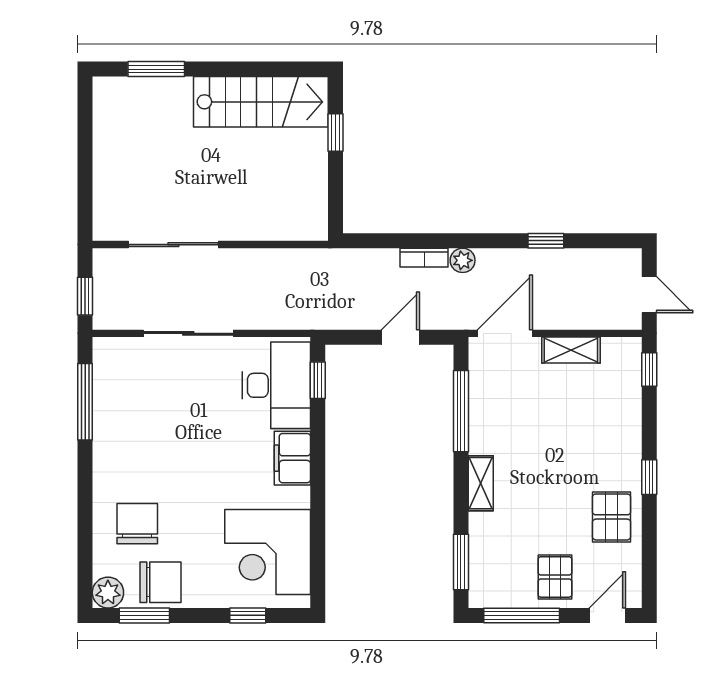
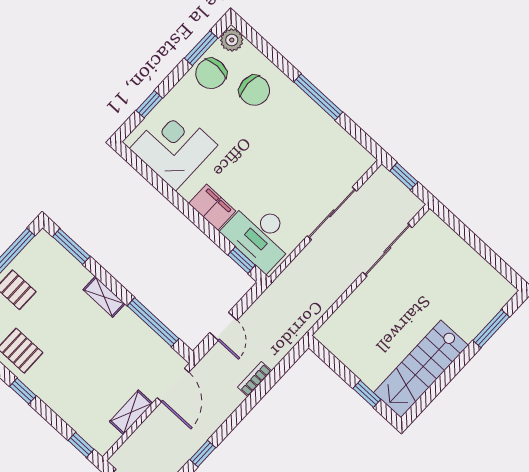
plant: (463, 260) -> (234, 399), removed
window: (85, 402) -> (318, 97), moved

